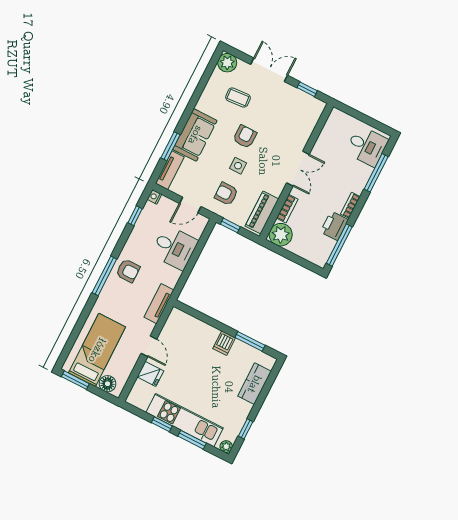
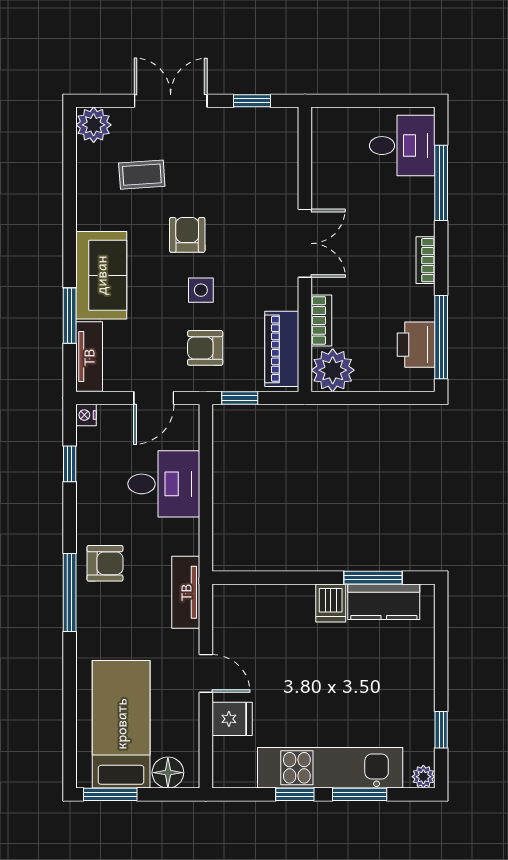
printer: (334, 226) -> (416, 345), moved
kitchen counter: (254, 384) -> (384, 602), moved, turned -90

